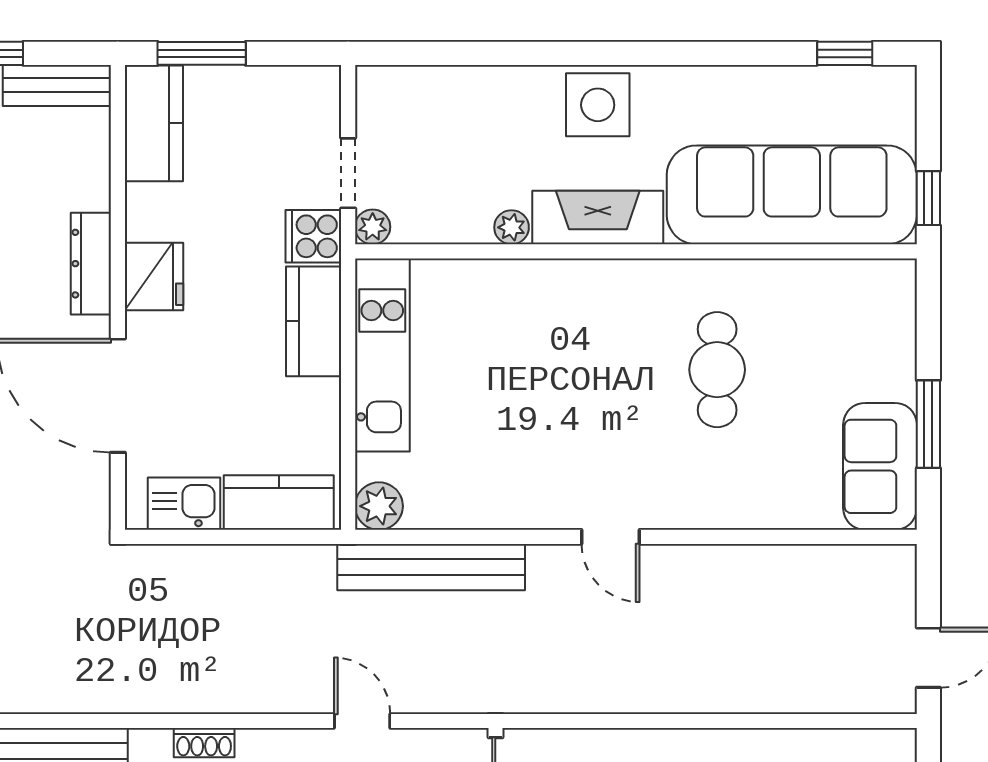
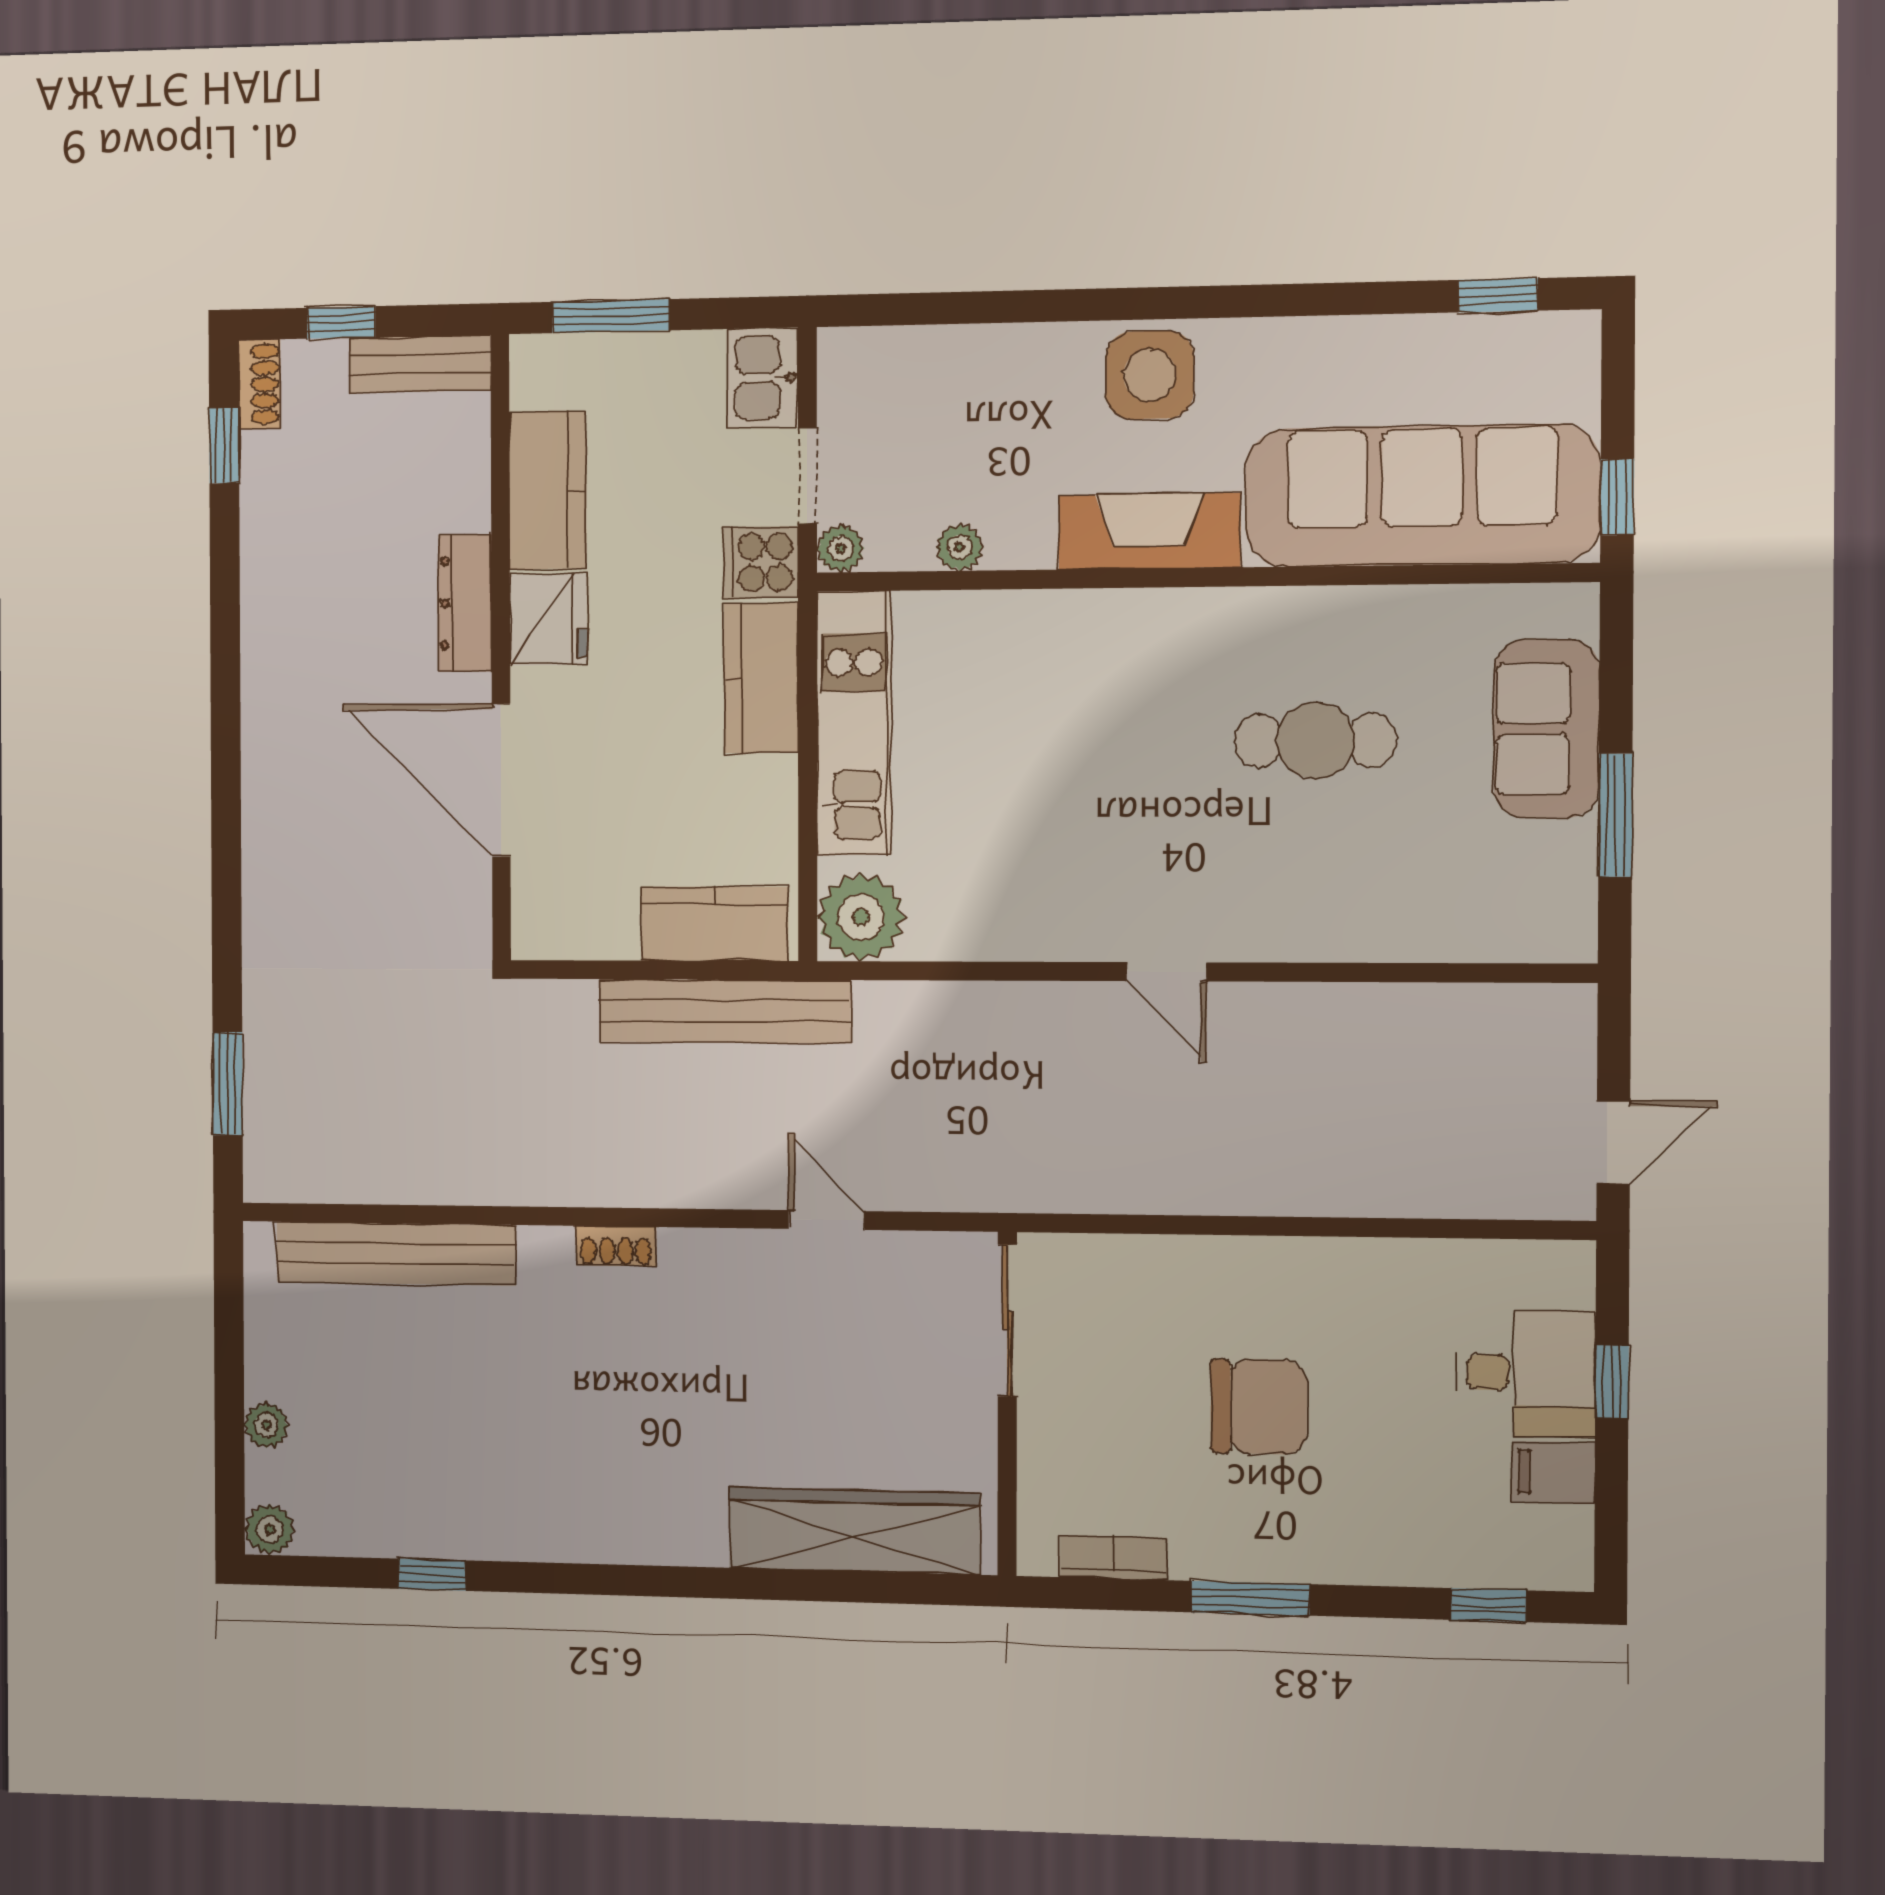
kitchen counter: (154, 123) -> (548, 490), moved
plant: (512, 227) -> (960, 547), moved
cafe table: (717, 370) -> (1315, 740), turned 90
sofa: (880, 466) -> (1547, 729), moved
kitchen sink: (184, 504) -> (763, 378), moved, turned -90
plant: (379, 506) -> (861, 917), width x1.36, depth x1.36
bench: (431, 567) -> (725, 1011), moved

